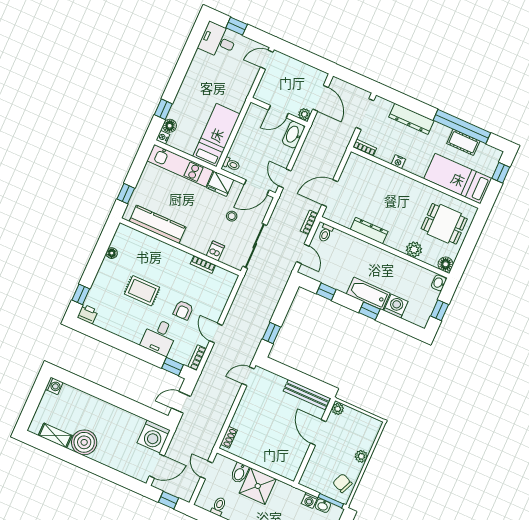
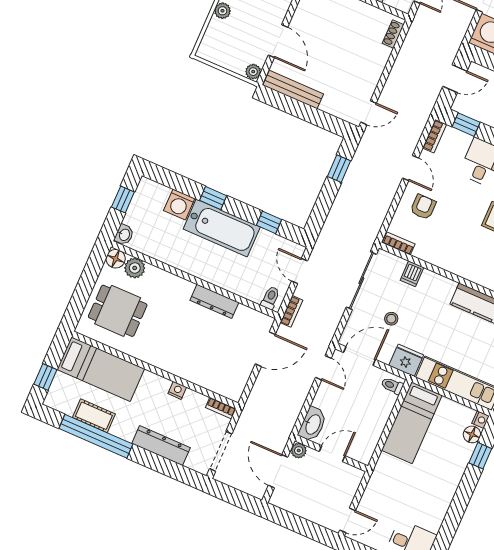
plant: (414, 249) -> (135, 268), moved
bookcase: (203, 264) -> (399, 243), moved
bathtub: (368, 294) -> (222, 228), width x1.36, depth x1.36
armchair: (183, 310) -> (423, 207), moved

